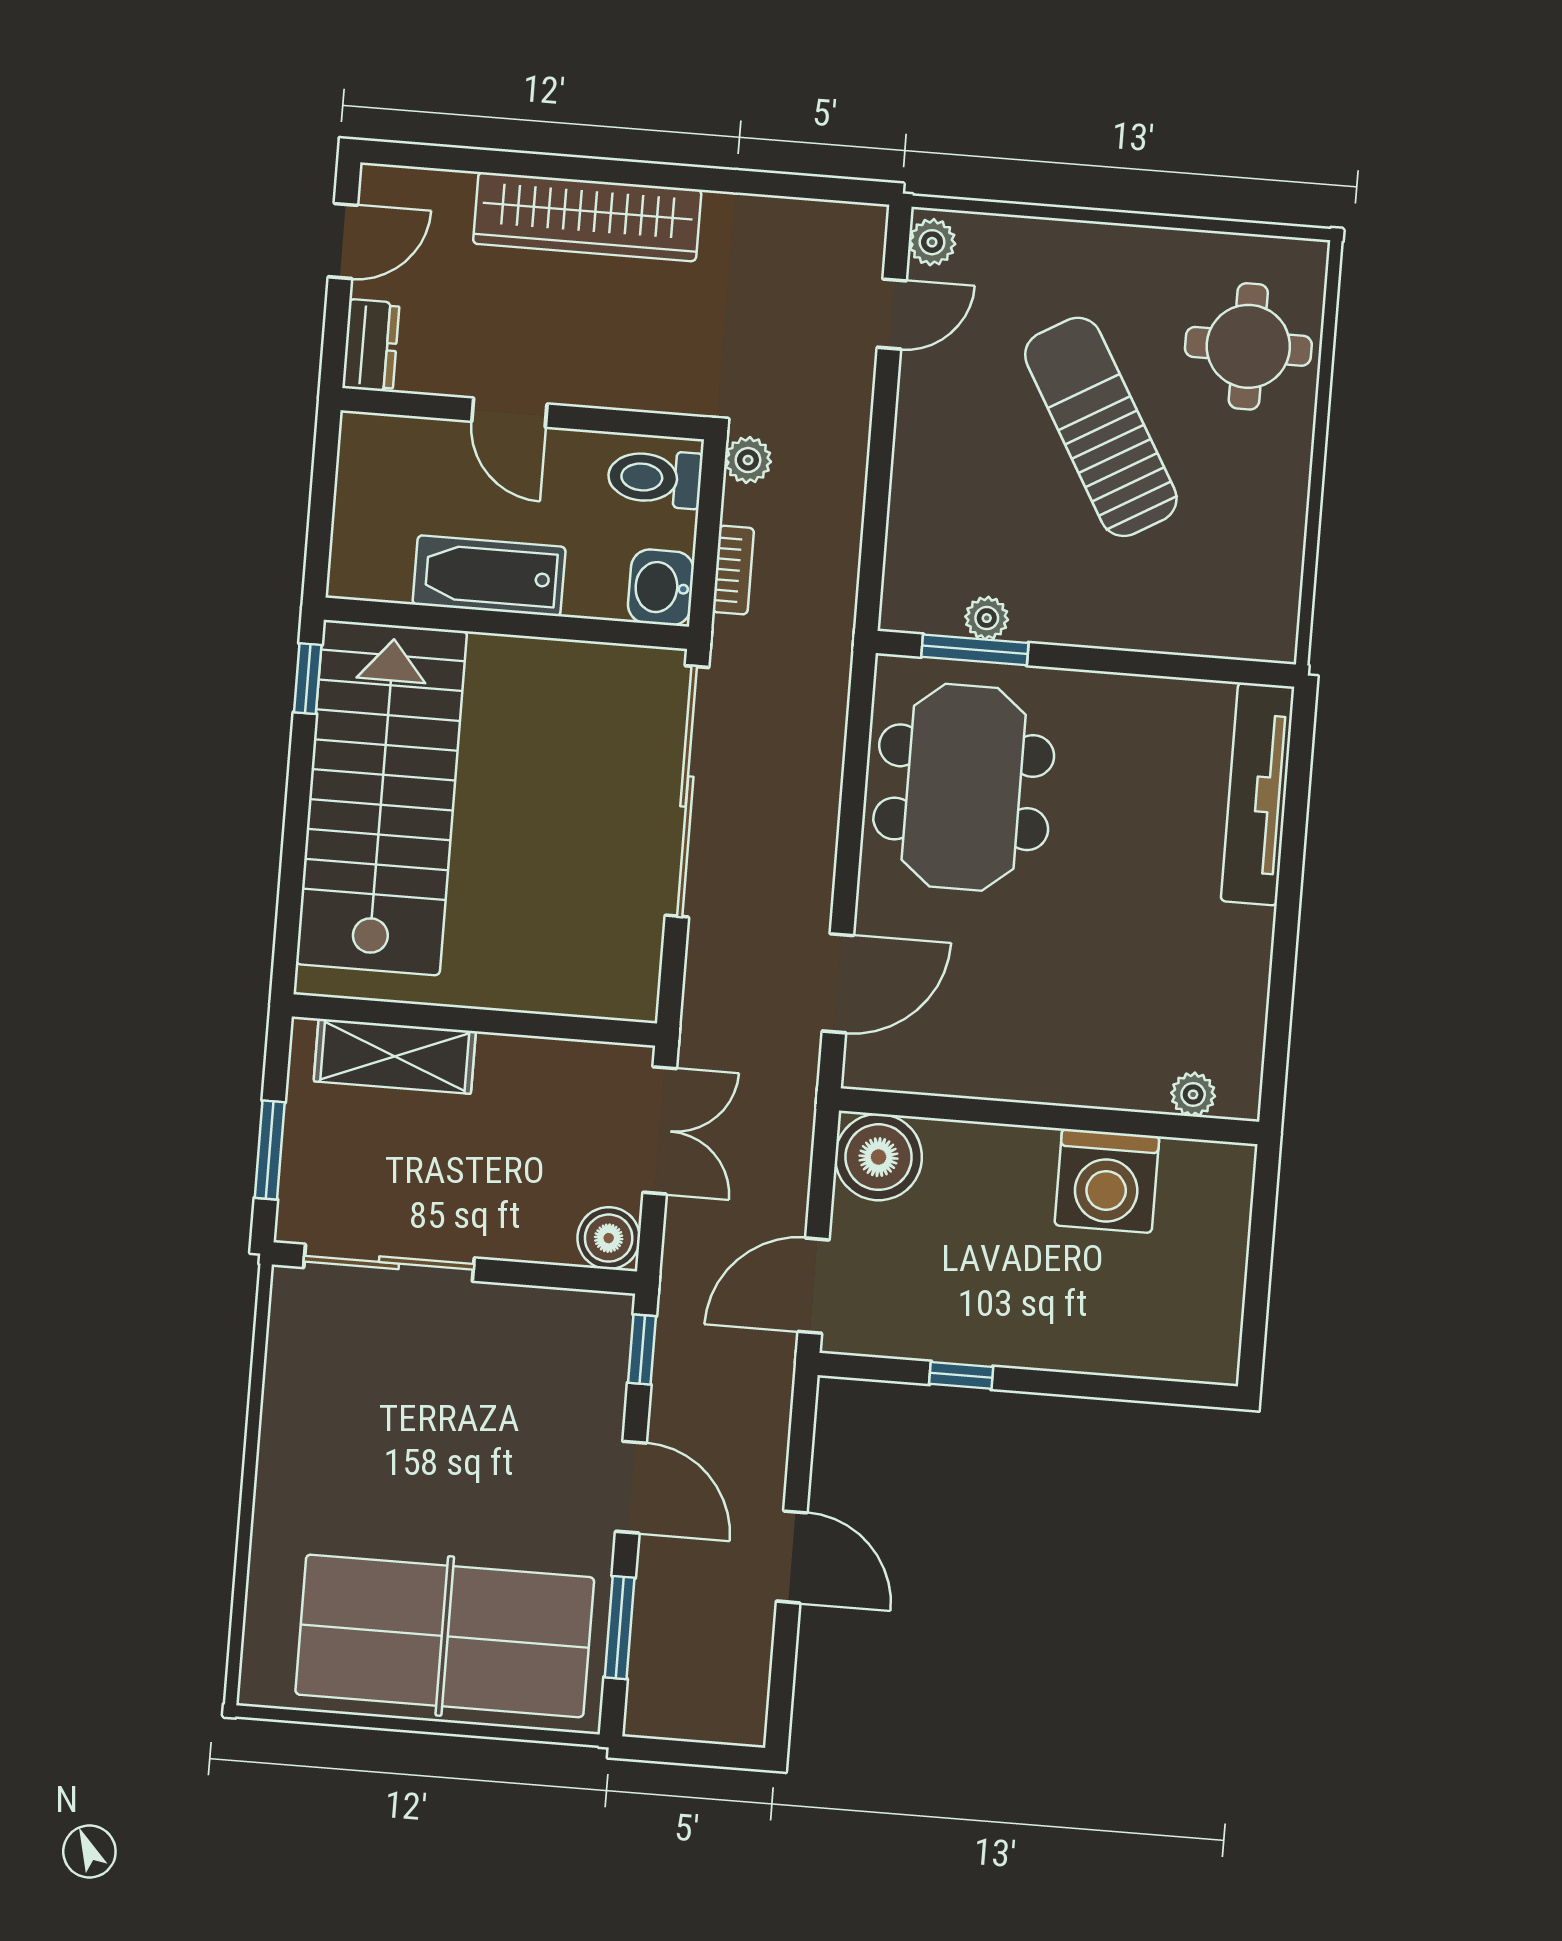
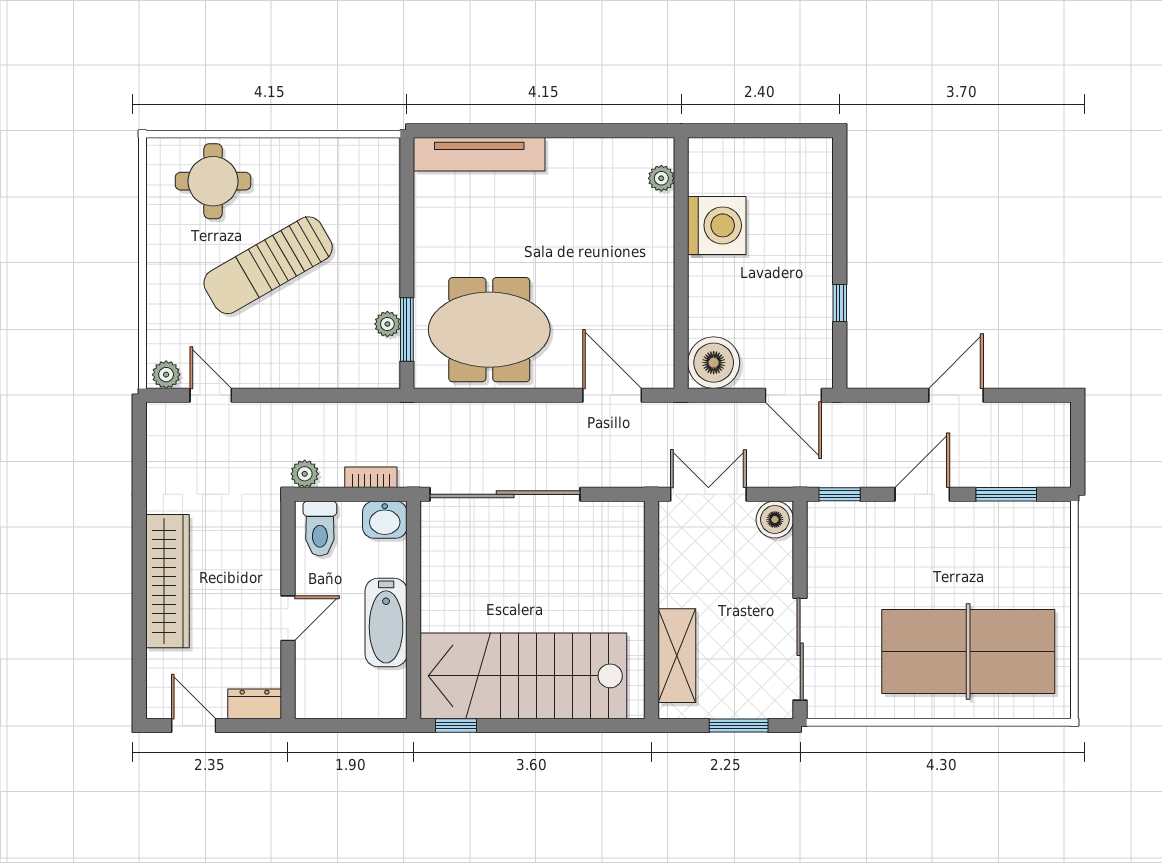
table tennis table: (445, 1636) -> (968, 651), moved, turned 90

